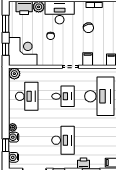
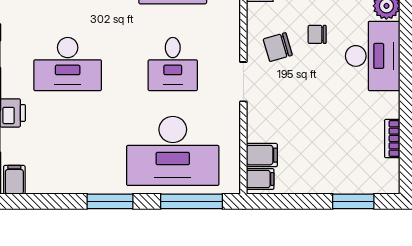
chair: (88, 28) -> (278, 47), moved
filing cabinet: (88, 59) -> (262, 155), moved

